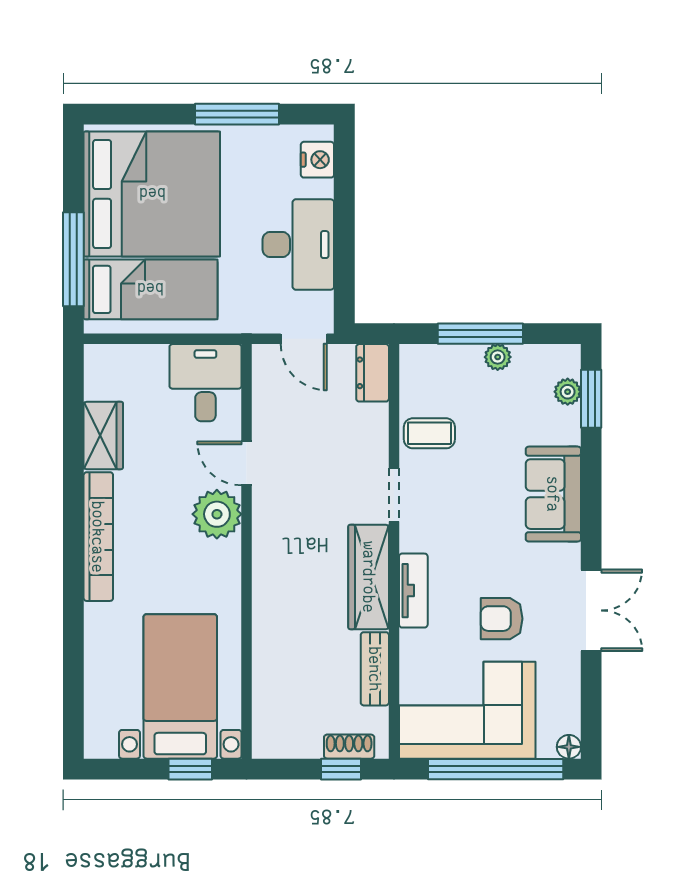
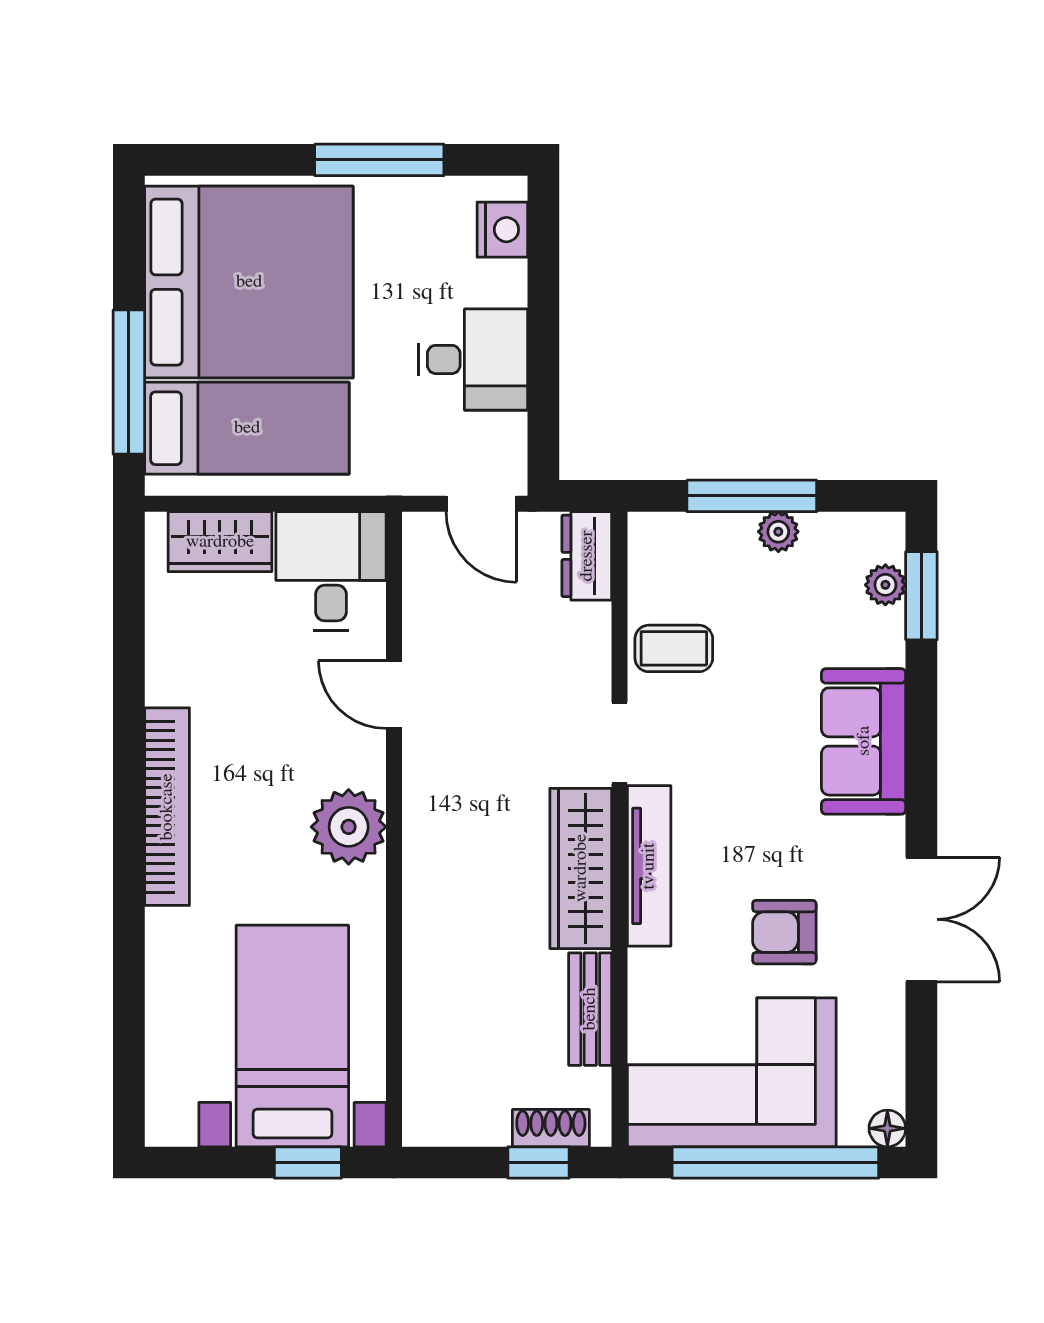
desk: (298, 245) -> (473, 359), width x0.73
wardrobe: (103, 435) -> (220, 542), moved, turned 90
plant: (217, 514) -> (349, 827), moved
tv unit: (413, 591) -> (649, 866), width x1.41

